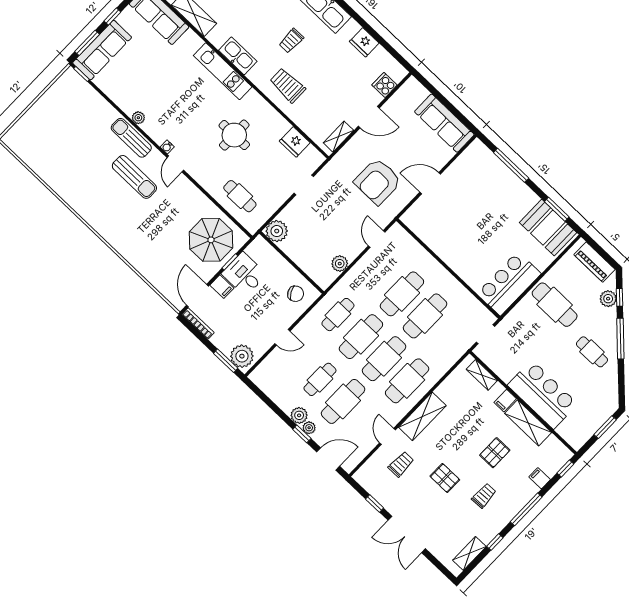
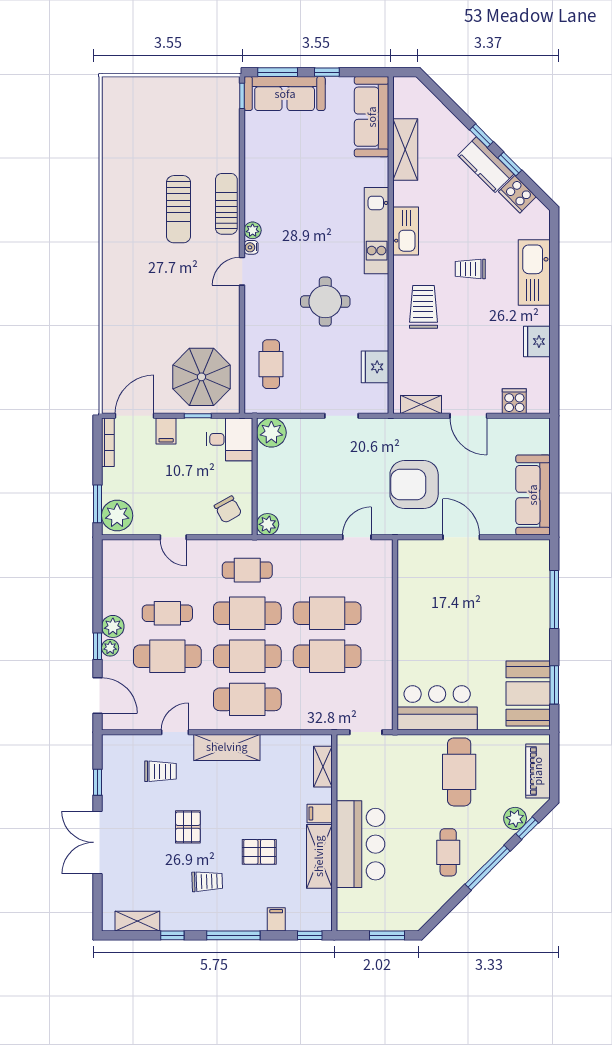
plant: (138, 118) -> (253, 230), moved
sun lounger: (134, 177) -> (179, 209), moved
plant: (340, 264) -> (268, 524), moved
desk: (244, 274) -> (229, 439), moved, turned 90

